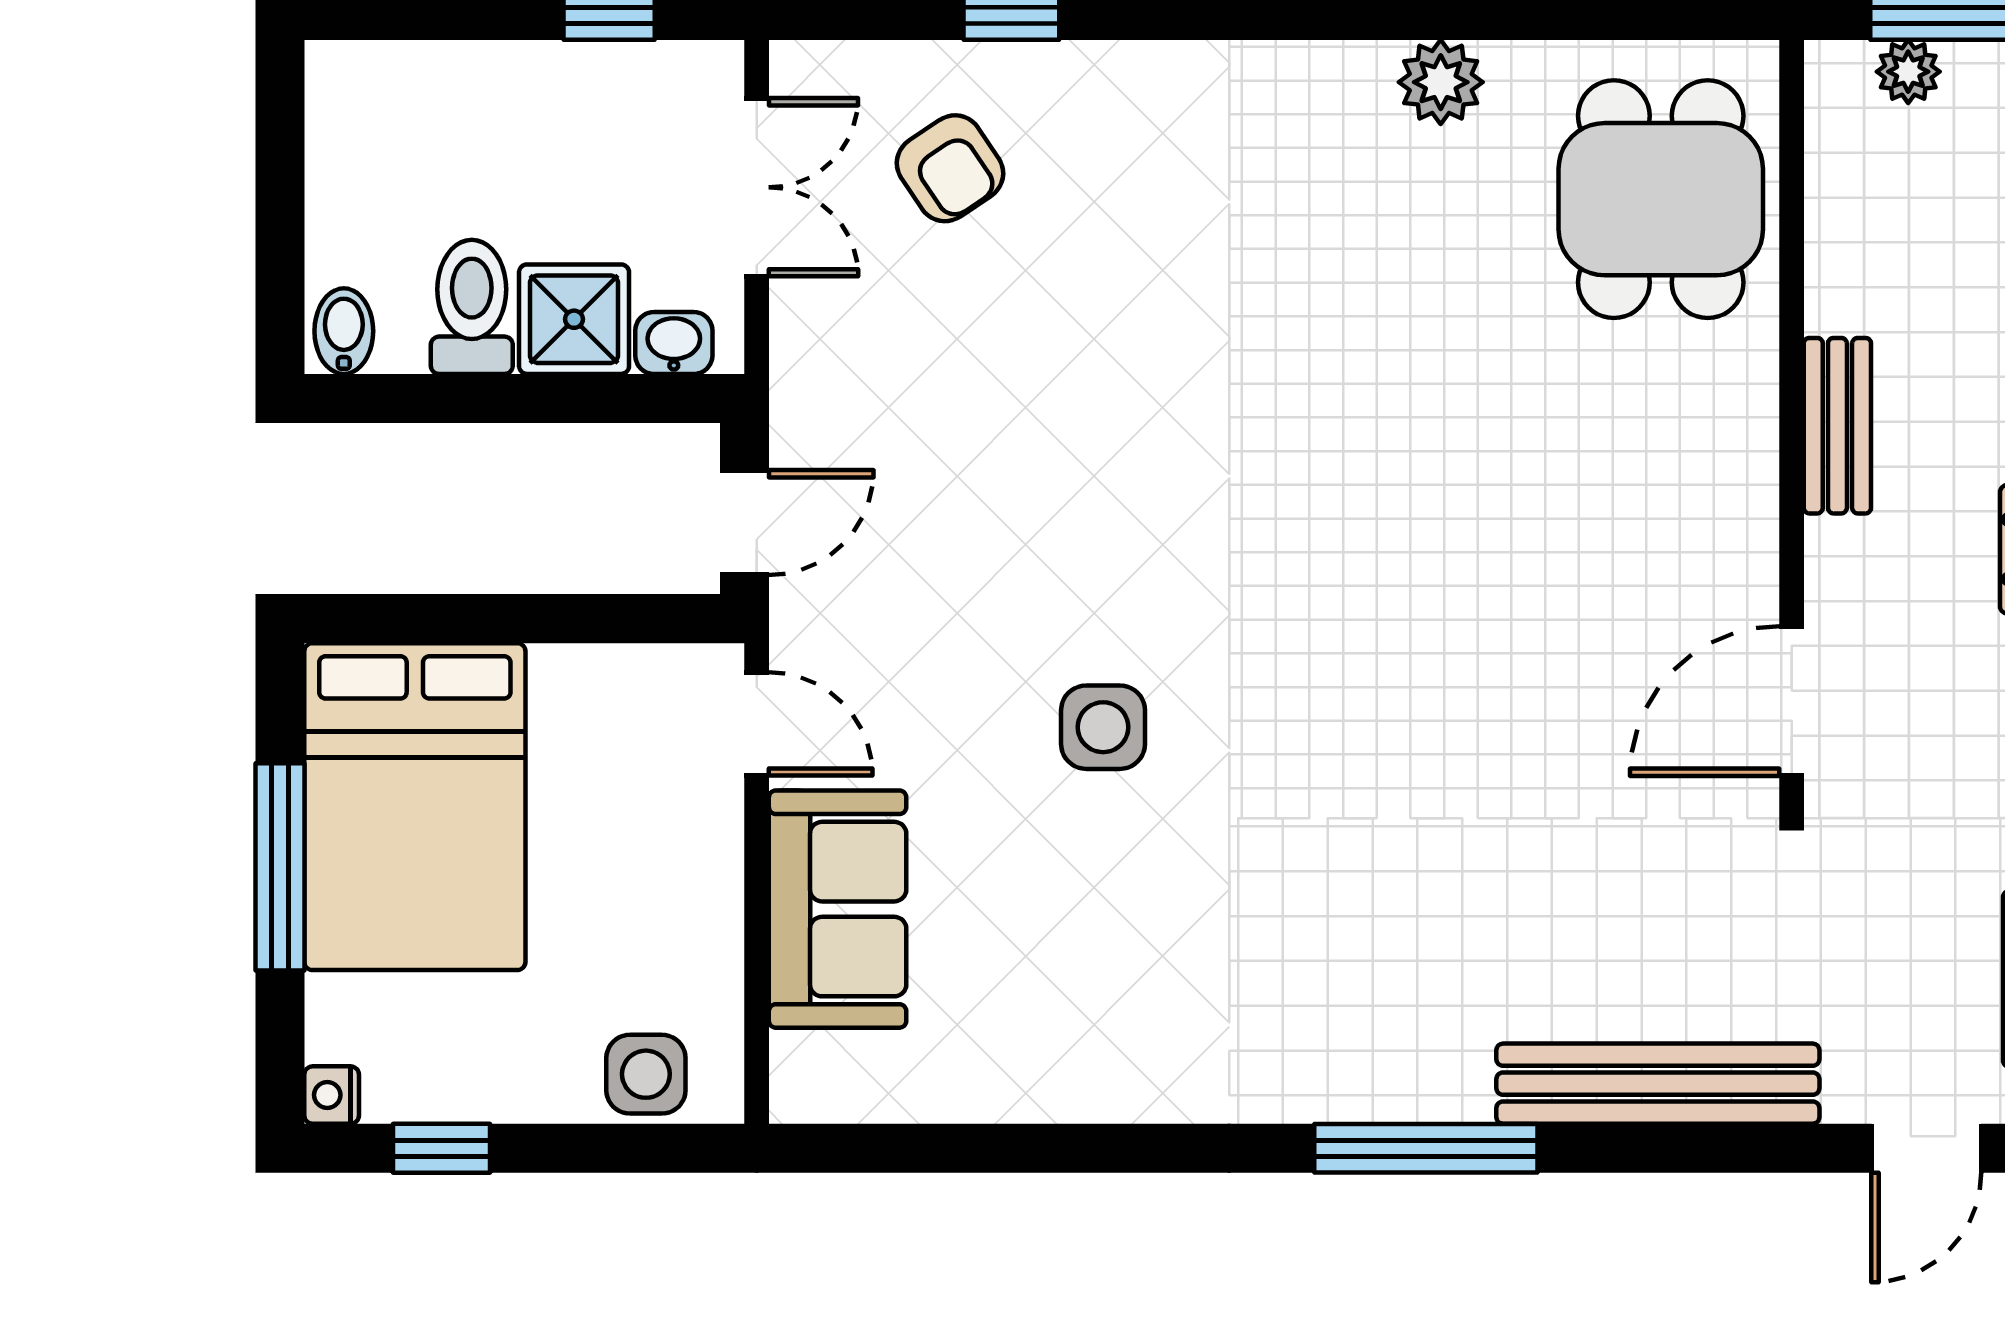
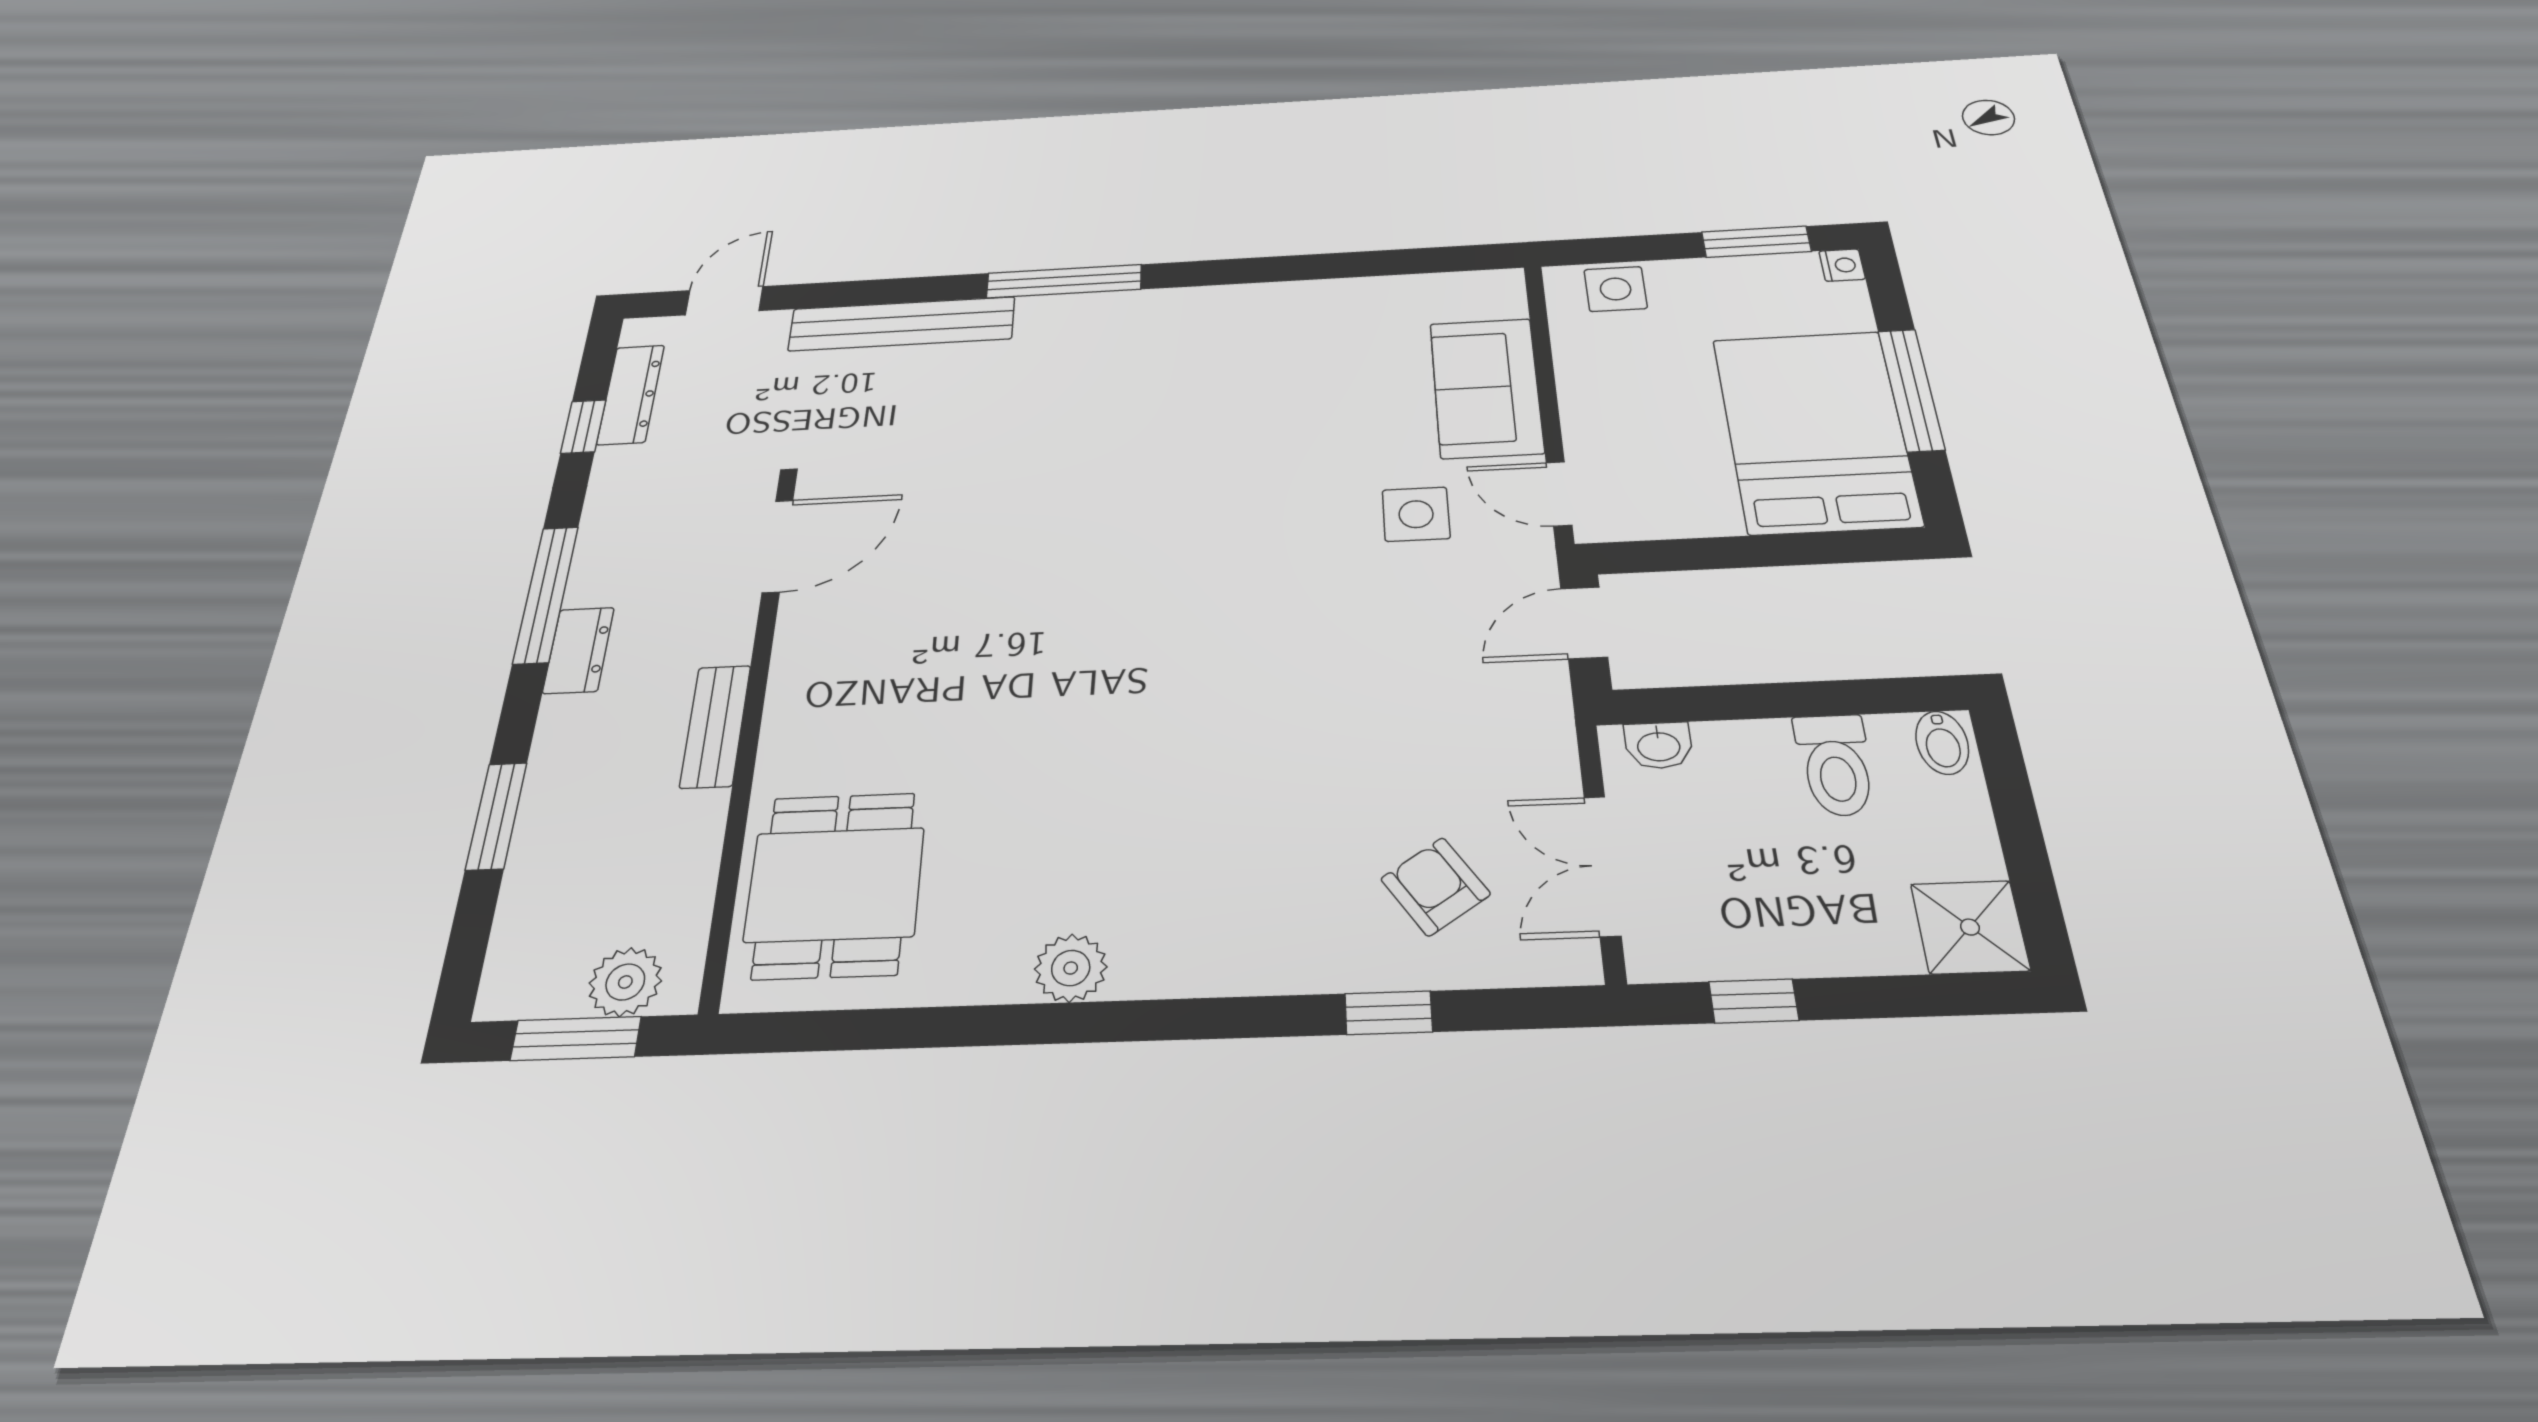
plant: (1908, 72) -> (625, 982), width x1.38, depth x1.38
plant: (1441, 82) -> (1071, 968), moved
shower: (574, 319) -> (1970, 927), moved
side table: (1103, 727) -> (1416, 514), moved
window: (442, 1148) -> (1756, 242), width x1.50

